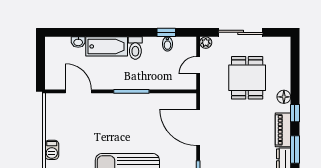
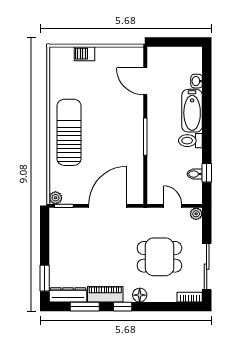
sliding door: (241, 32) -> (207, 267), moved
bookcase: (286, 49) -> (190, 297), added
door: (78, 91) -> (145, 81), swing flipped

